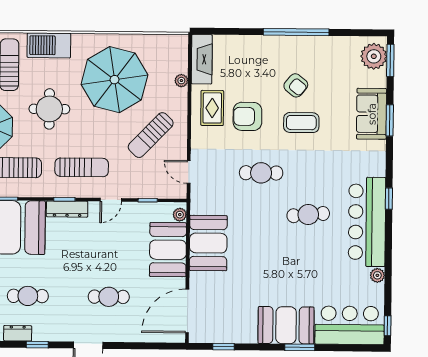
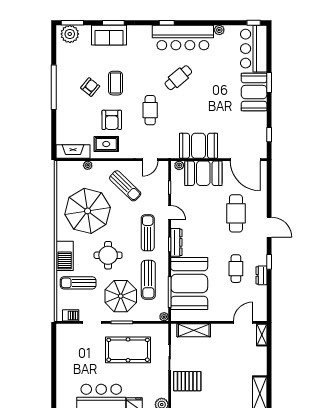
cafe table: (308, 215) -> (178, 78), turned 55
cafe table: (109, 297) -> (236, 213), width x1.37, depth x1.35

